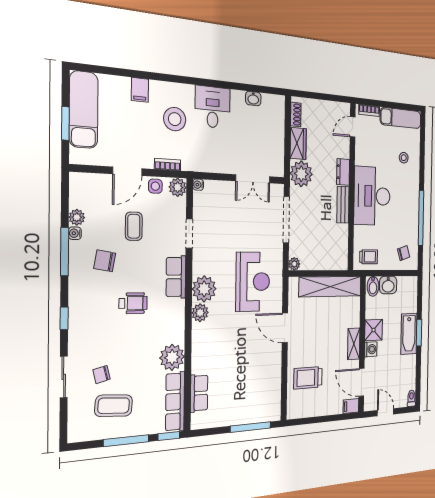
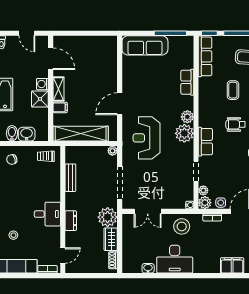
filing cabinet: (140, 90) -> (232, 265), width x2.00
desk: (213, 107) -> (175, 259), width x1.37
stool: (175, 119) -> (182, 226), moved
double door: (253, 179) -> (148, 211), swing flipped
desk: (372, 196) -> (47, 214), width x0.53, depth x0.77
bench: (343, 205) -> (70, 178), moved
coffee table: (134, 226) -> (233, 90), moved
bidet: (373, 286) -> (12, 133), moved
door: (285, 328) -> (120, 104), swing flipped
plant: (172, 357) -> (203, 190), moved, width x0.53, depth x0.53
trolley: (308, 378) -> (99, 66), removed
row of seats: (199, 393) -> (187, 82), moved
filing cabinet: (351, 406) -> (60, 107), moved
sofa: (253, 410) -> (145, 45), added
window: (251, 427) -> (170, 33), moved

